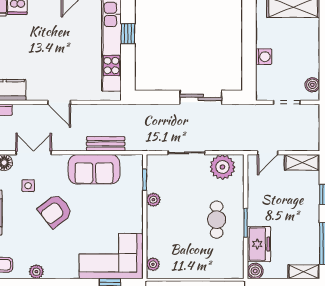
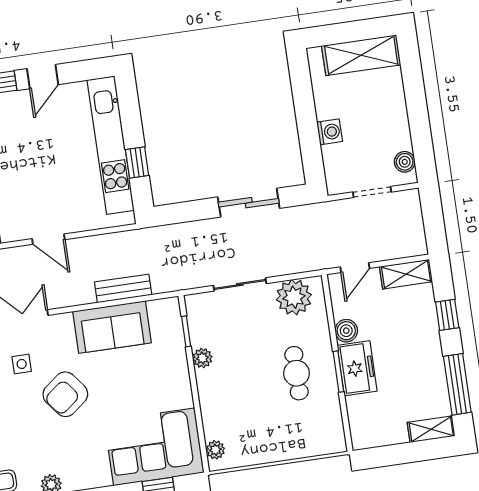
window: (128, 34) -> (137, 162), moved
freezer: (259, 244) -> (357, 368), moved
boiler: (255, 271) -> (346, 331), moved

